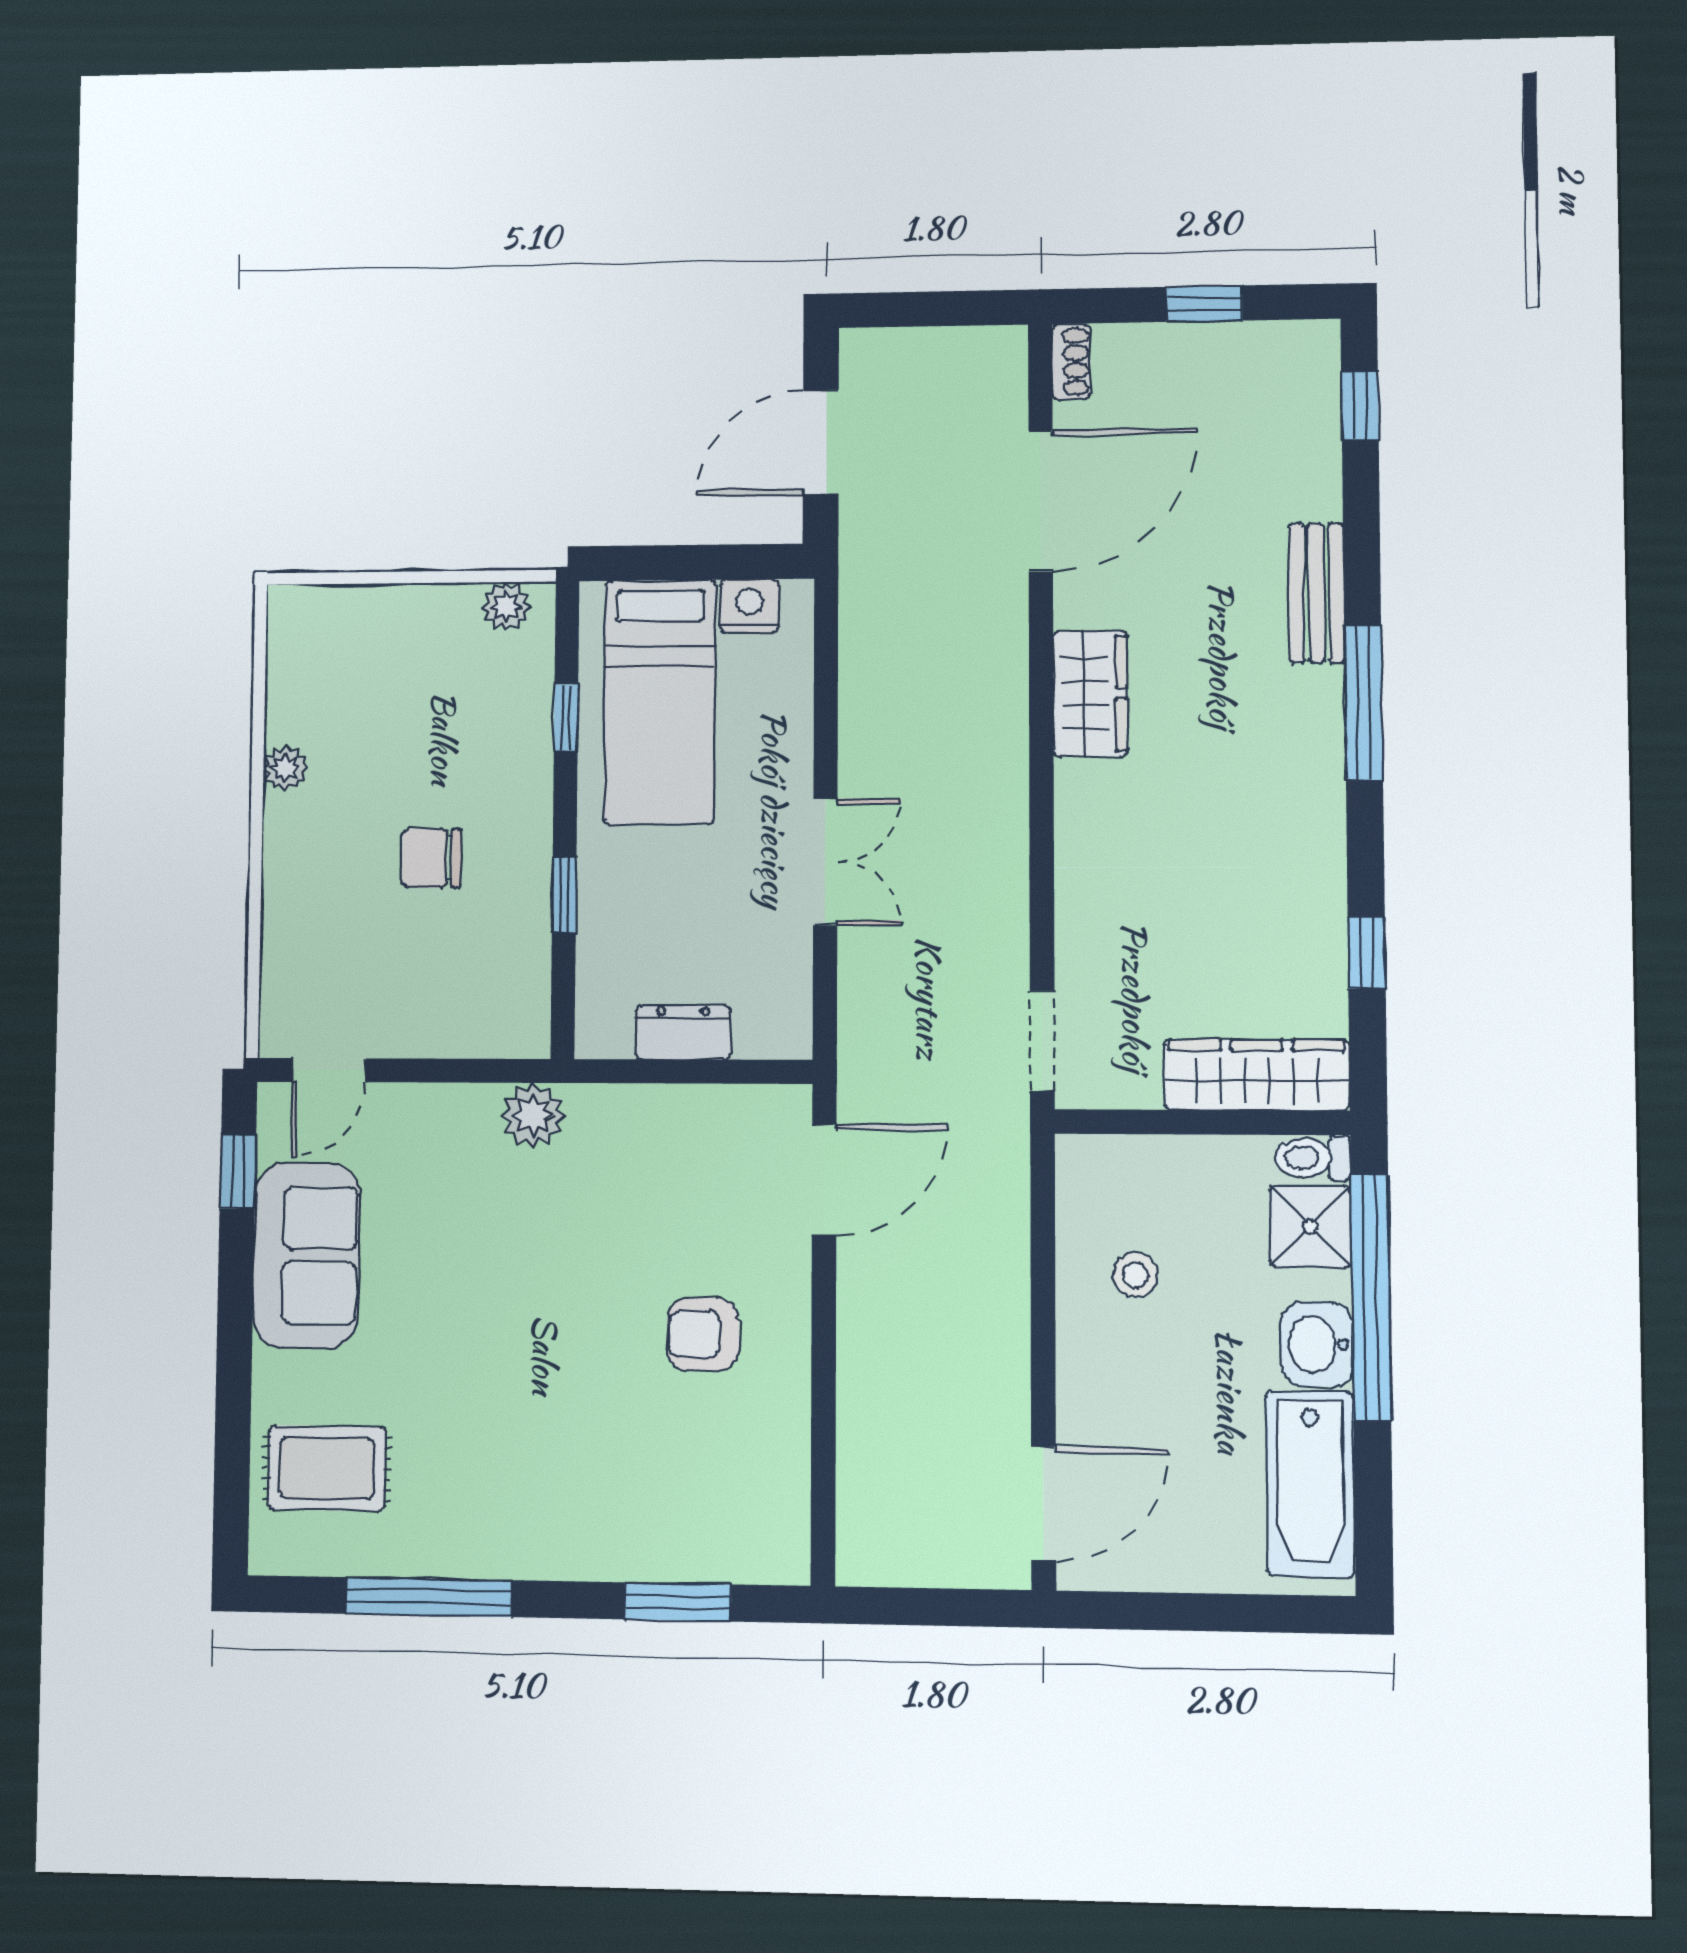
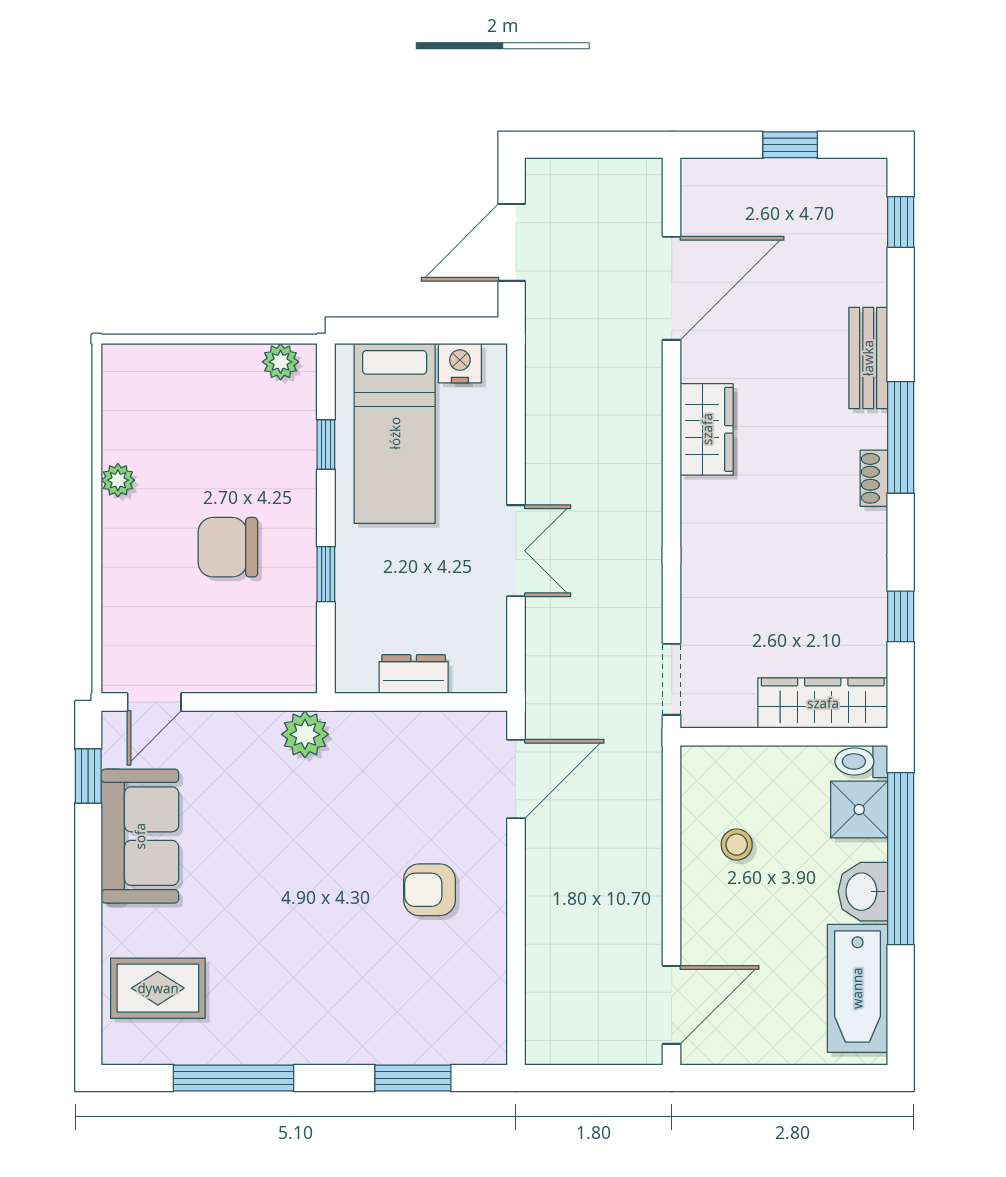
shoe rack: (1071, 362) -> (874, 478), moved, turned 180
chair: (432, 858) -> (228, 547), width x1.37, depth x1.37

